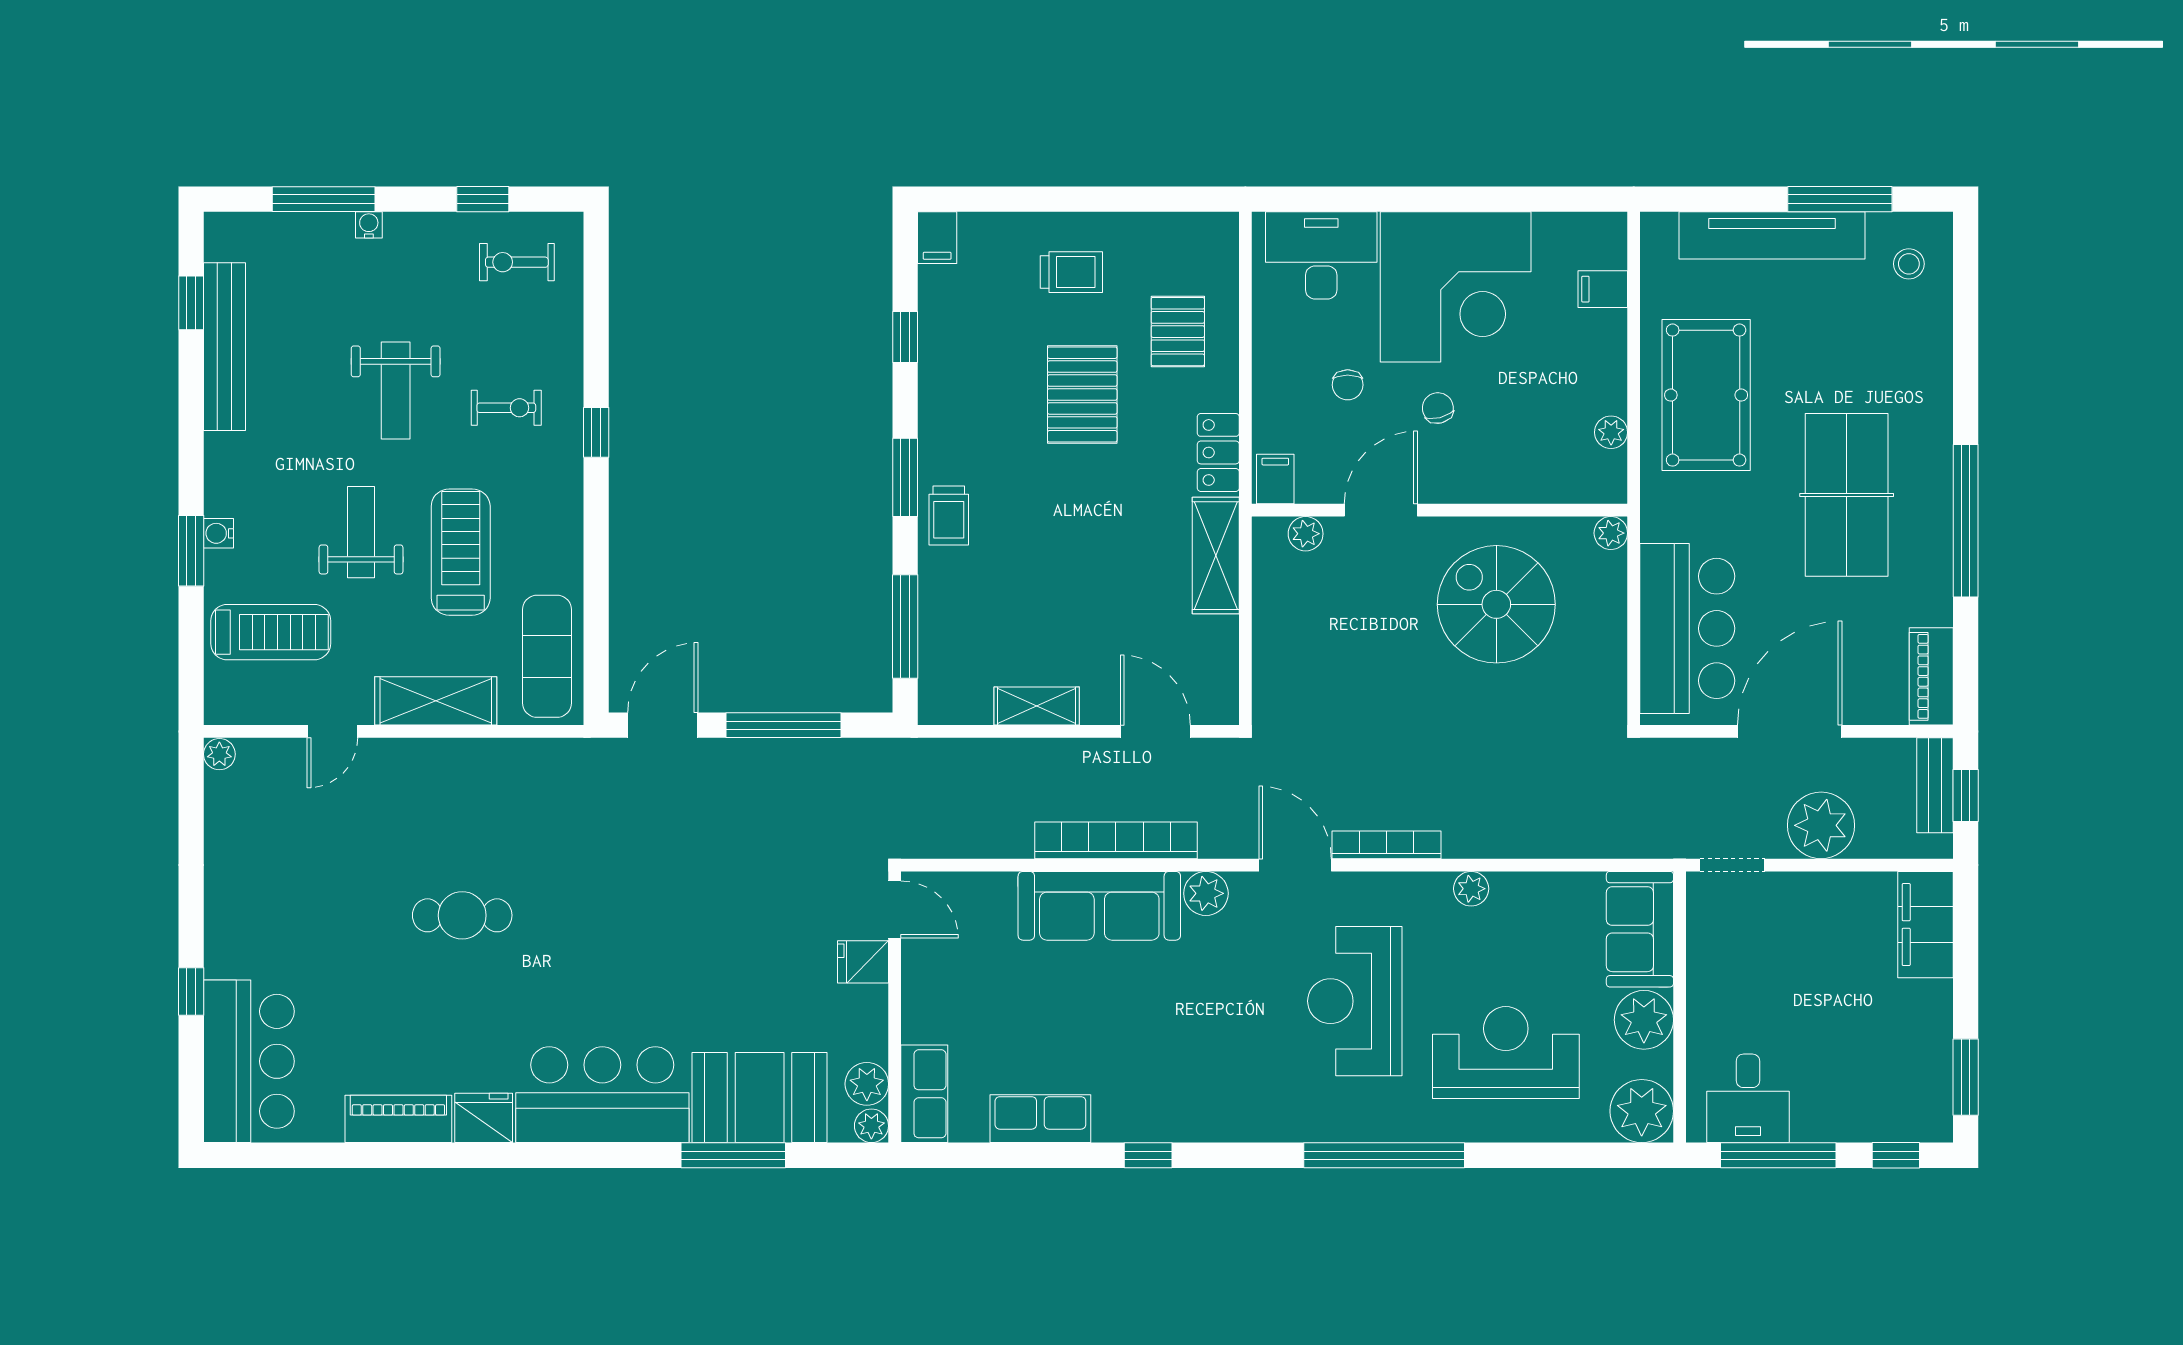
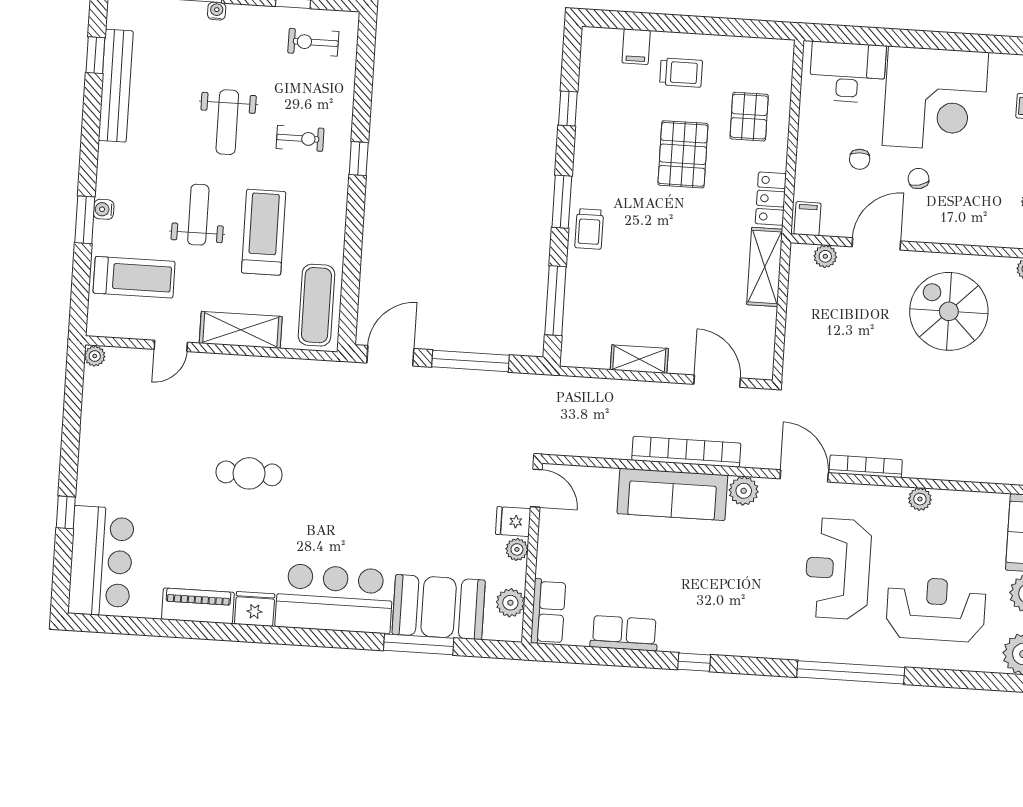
filing cabinet: (937, 238) -> (636, 47), moved
plant: (871, 1126) -> (517, 549), moved

